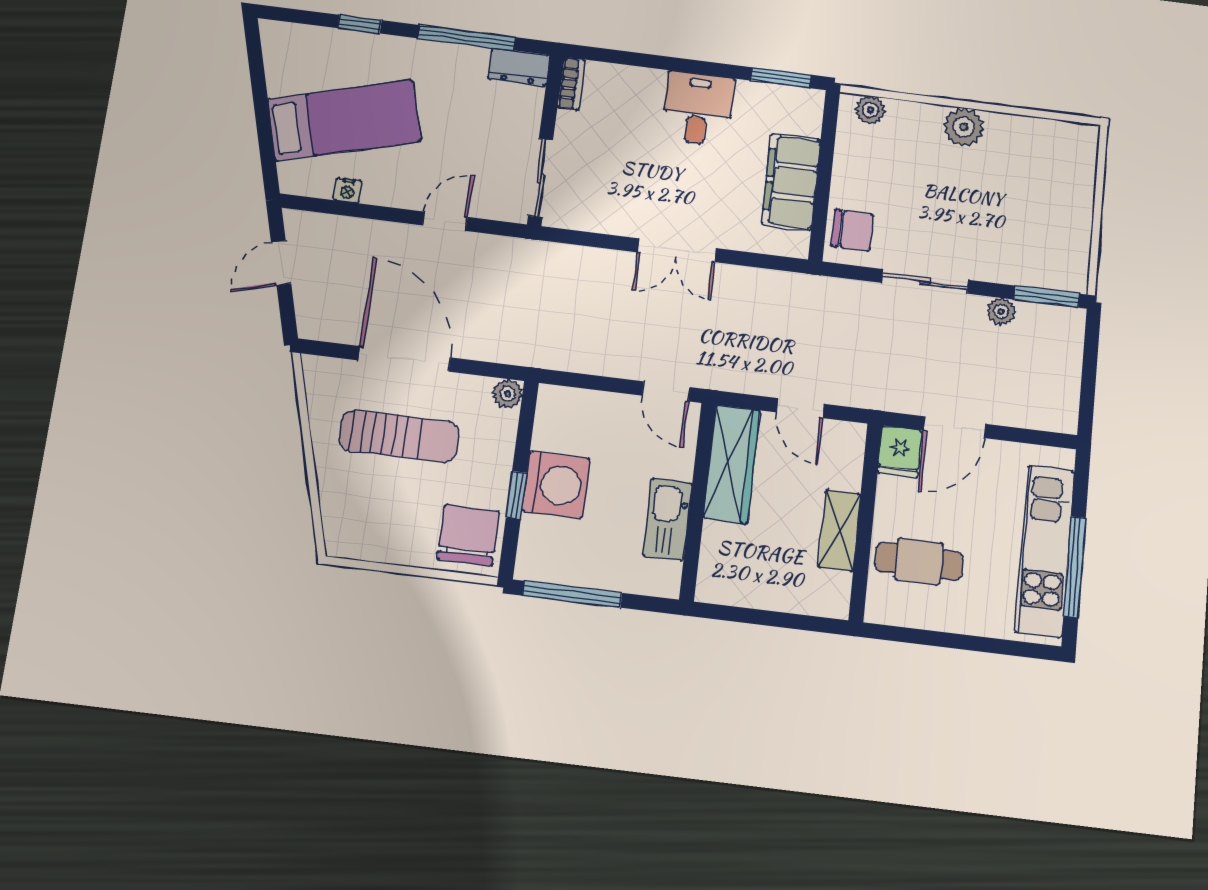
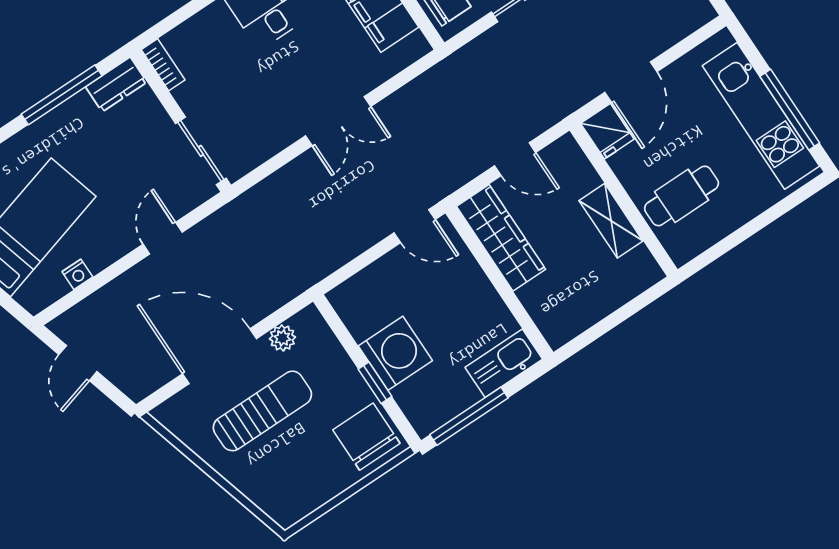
plant: (508, 394) -> (282, 338), moved
kitchen sink: (667, 519) -> (504, 363), moved, turned 90

